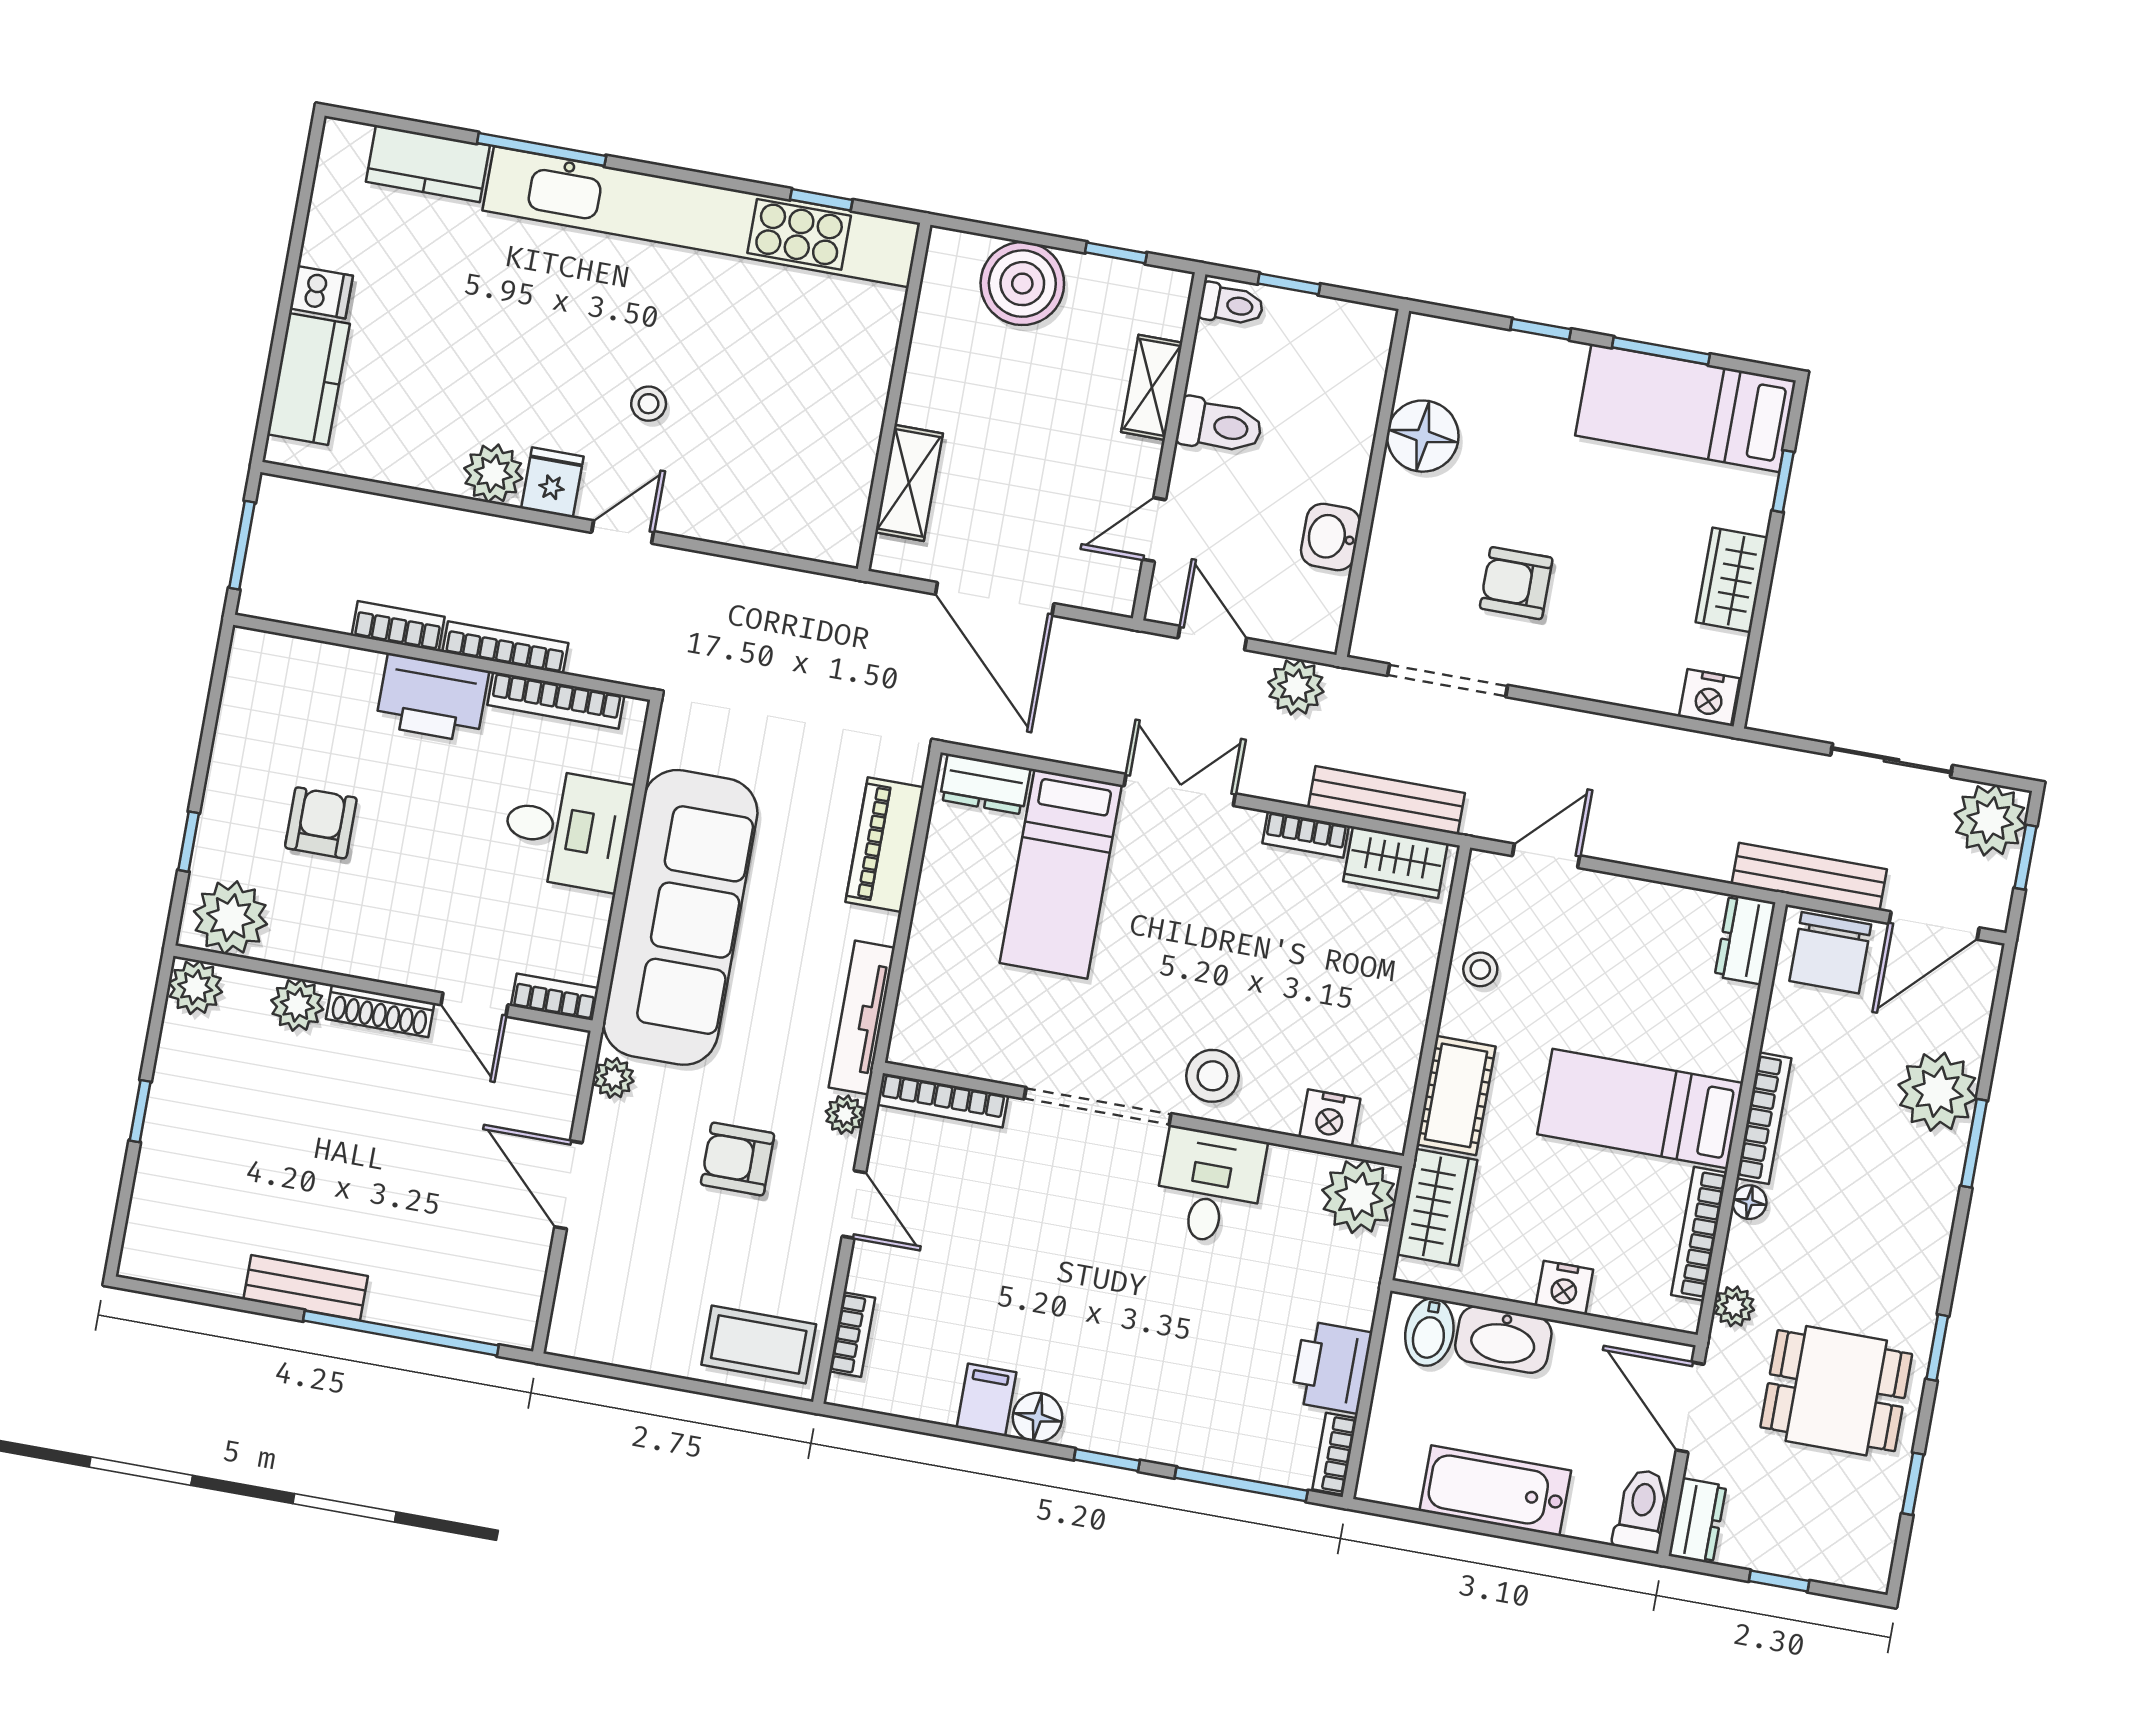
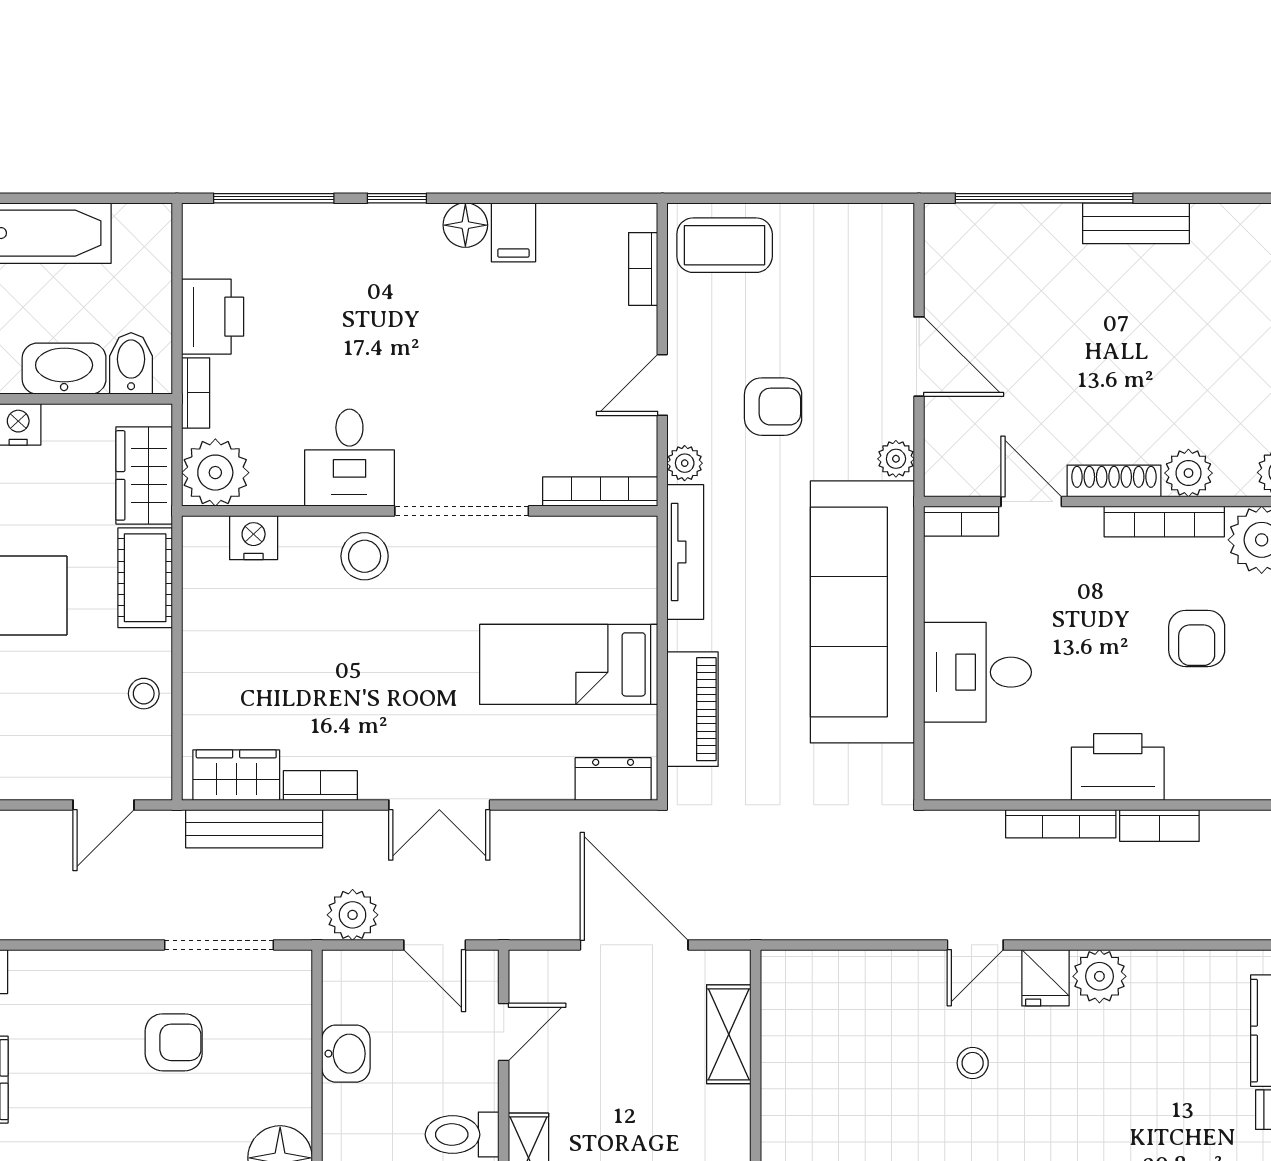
bookcase: (556, 700) -> (1164, 522), moved, turned 180
bed: (1061, 874) -> (569, 664), moved, turned -90
door: (854, 1204) -> (662, 385), hinge flipped
bookcase: (1335, 1454) -> (196, 393), moved

